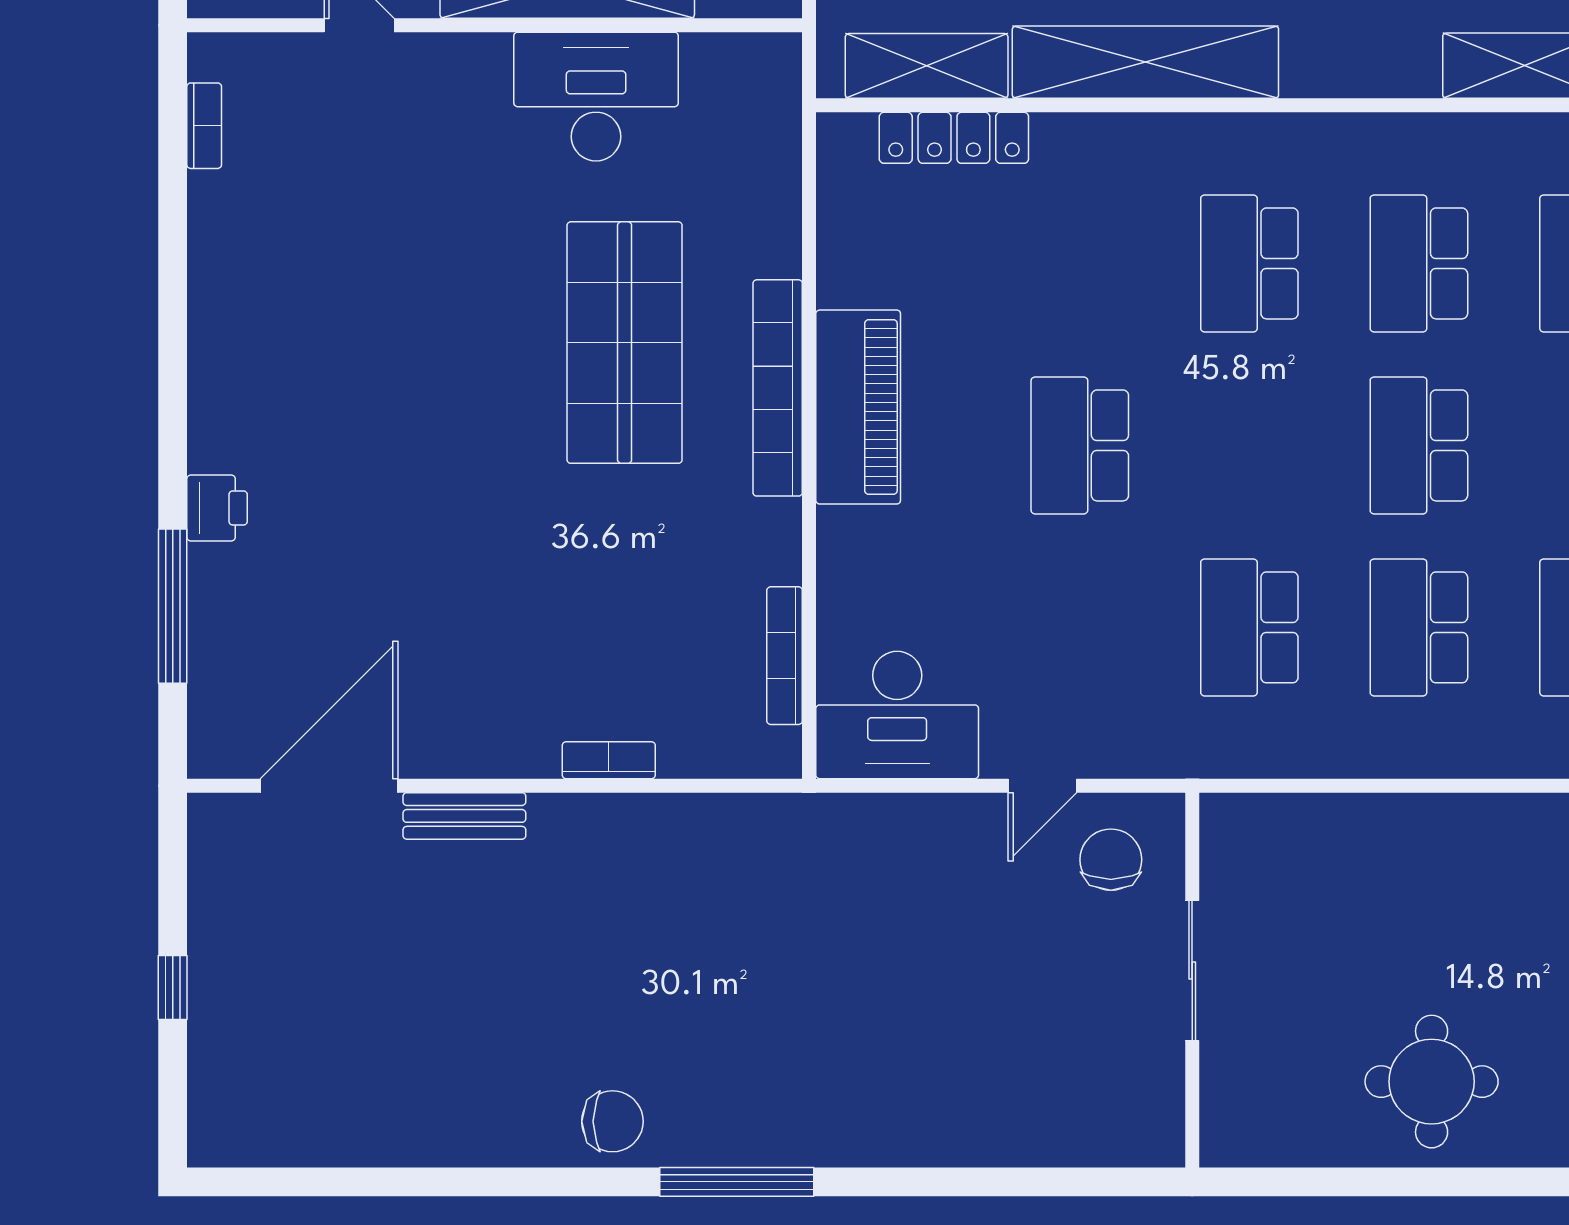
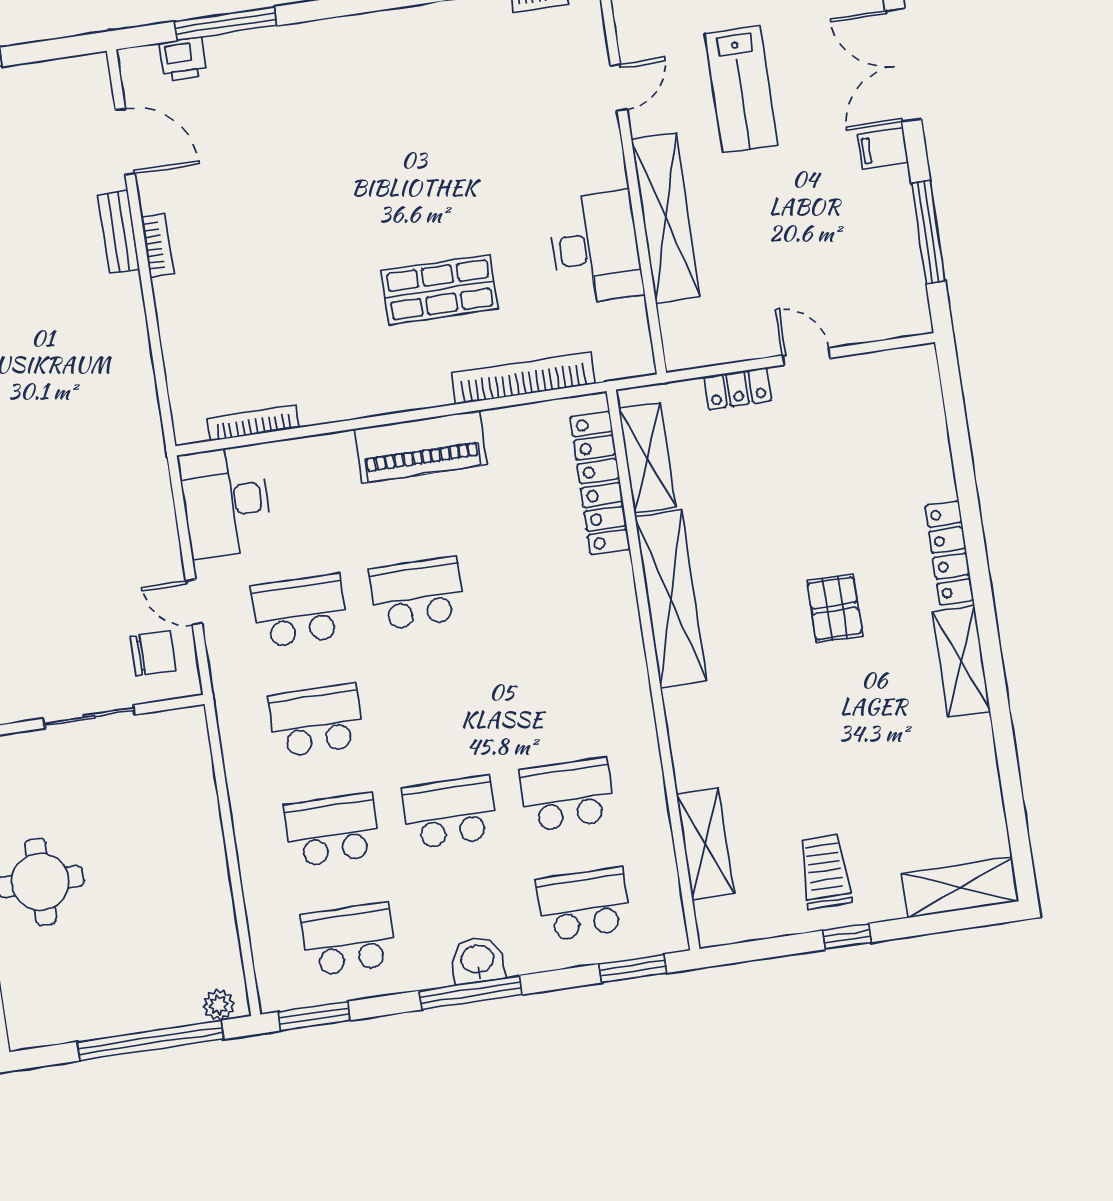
locker: (954, 138) -> (600, 483), width x1.41, depth x1.21
school desk: (1249, 263) -> (300, 611), moved
shop shelf: (625, 343) -> (440, 290), width x0.70, depth x0.74
bookcase: (778, 388) -> (523, 378), moved
printer: (217, 508) -> (183, 59), moved
bookcase: (609, 760) -> (157, 245), moved
door: (329, 786) -> (125, 142), width x0.73

